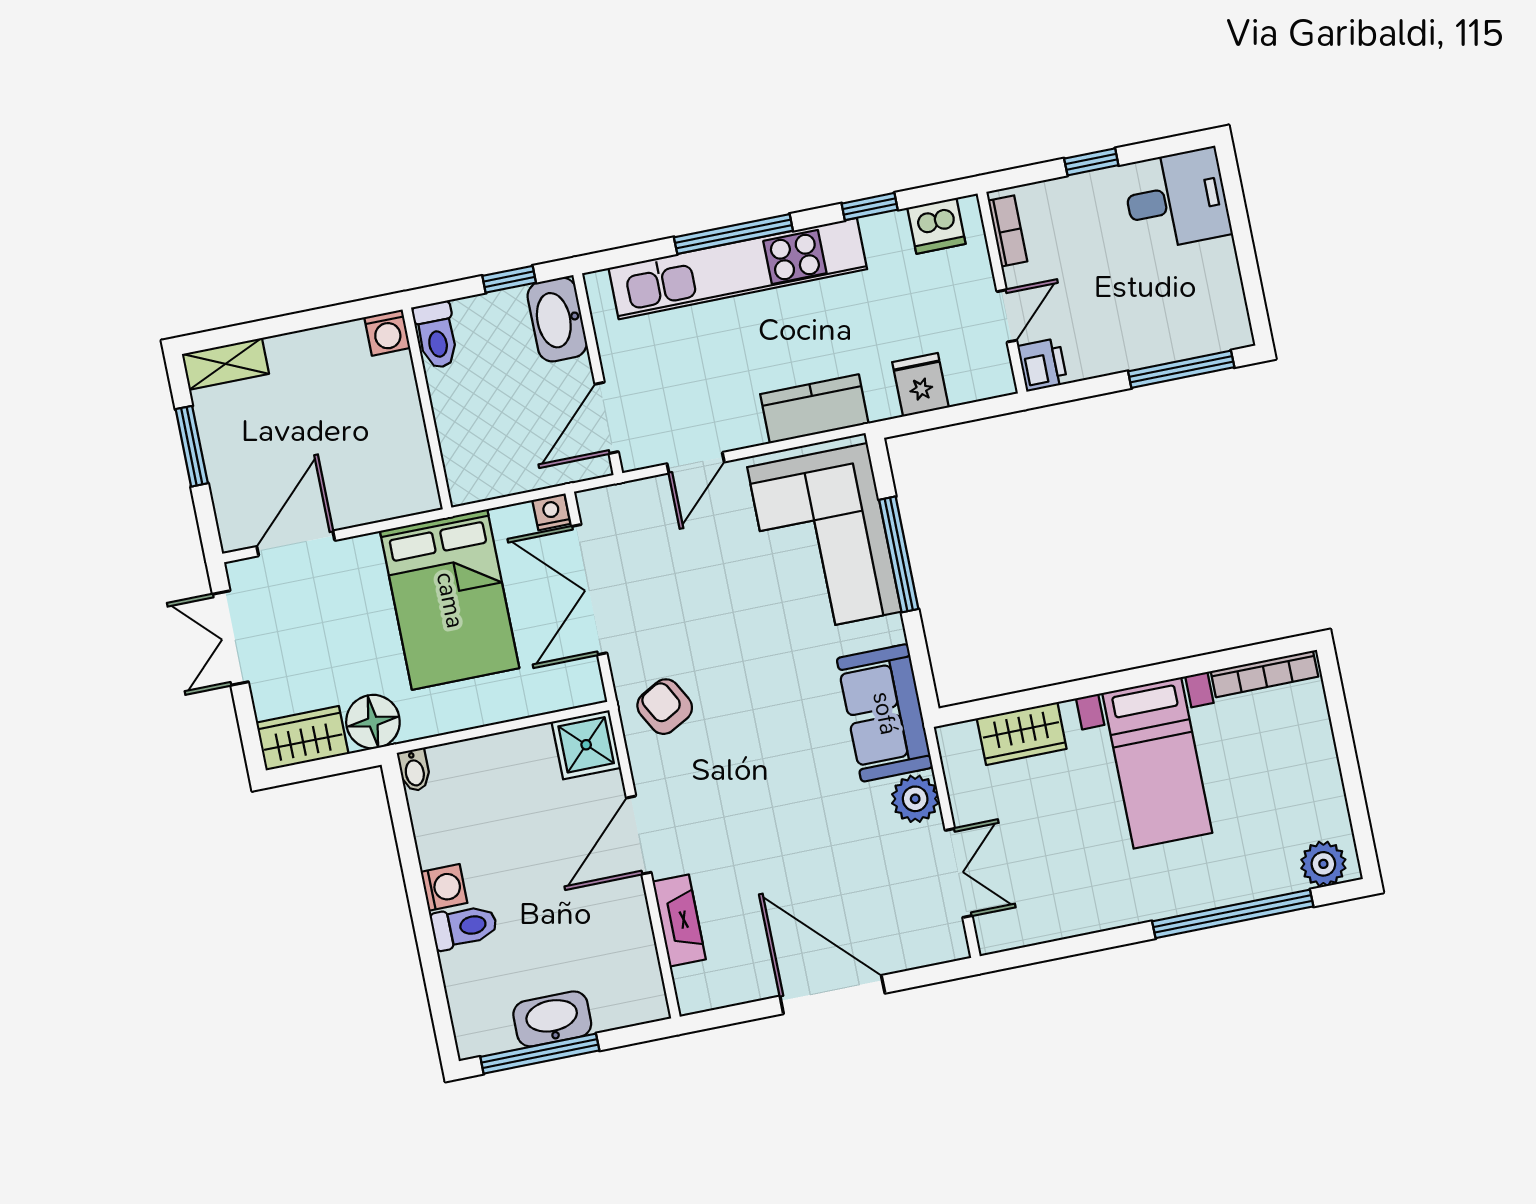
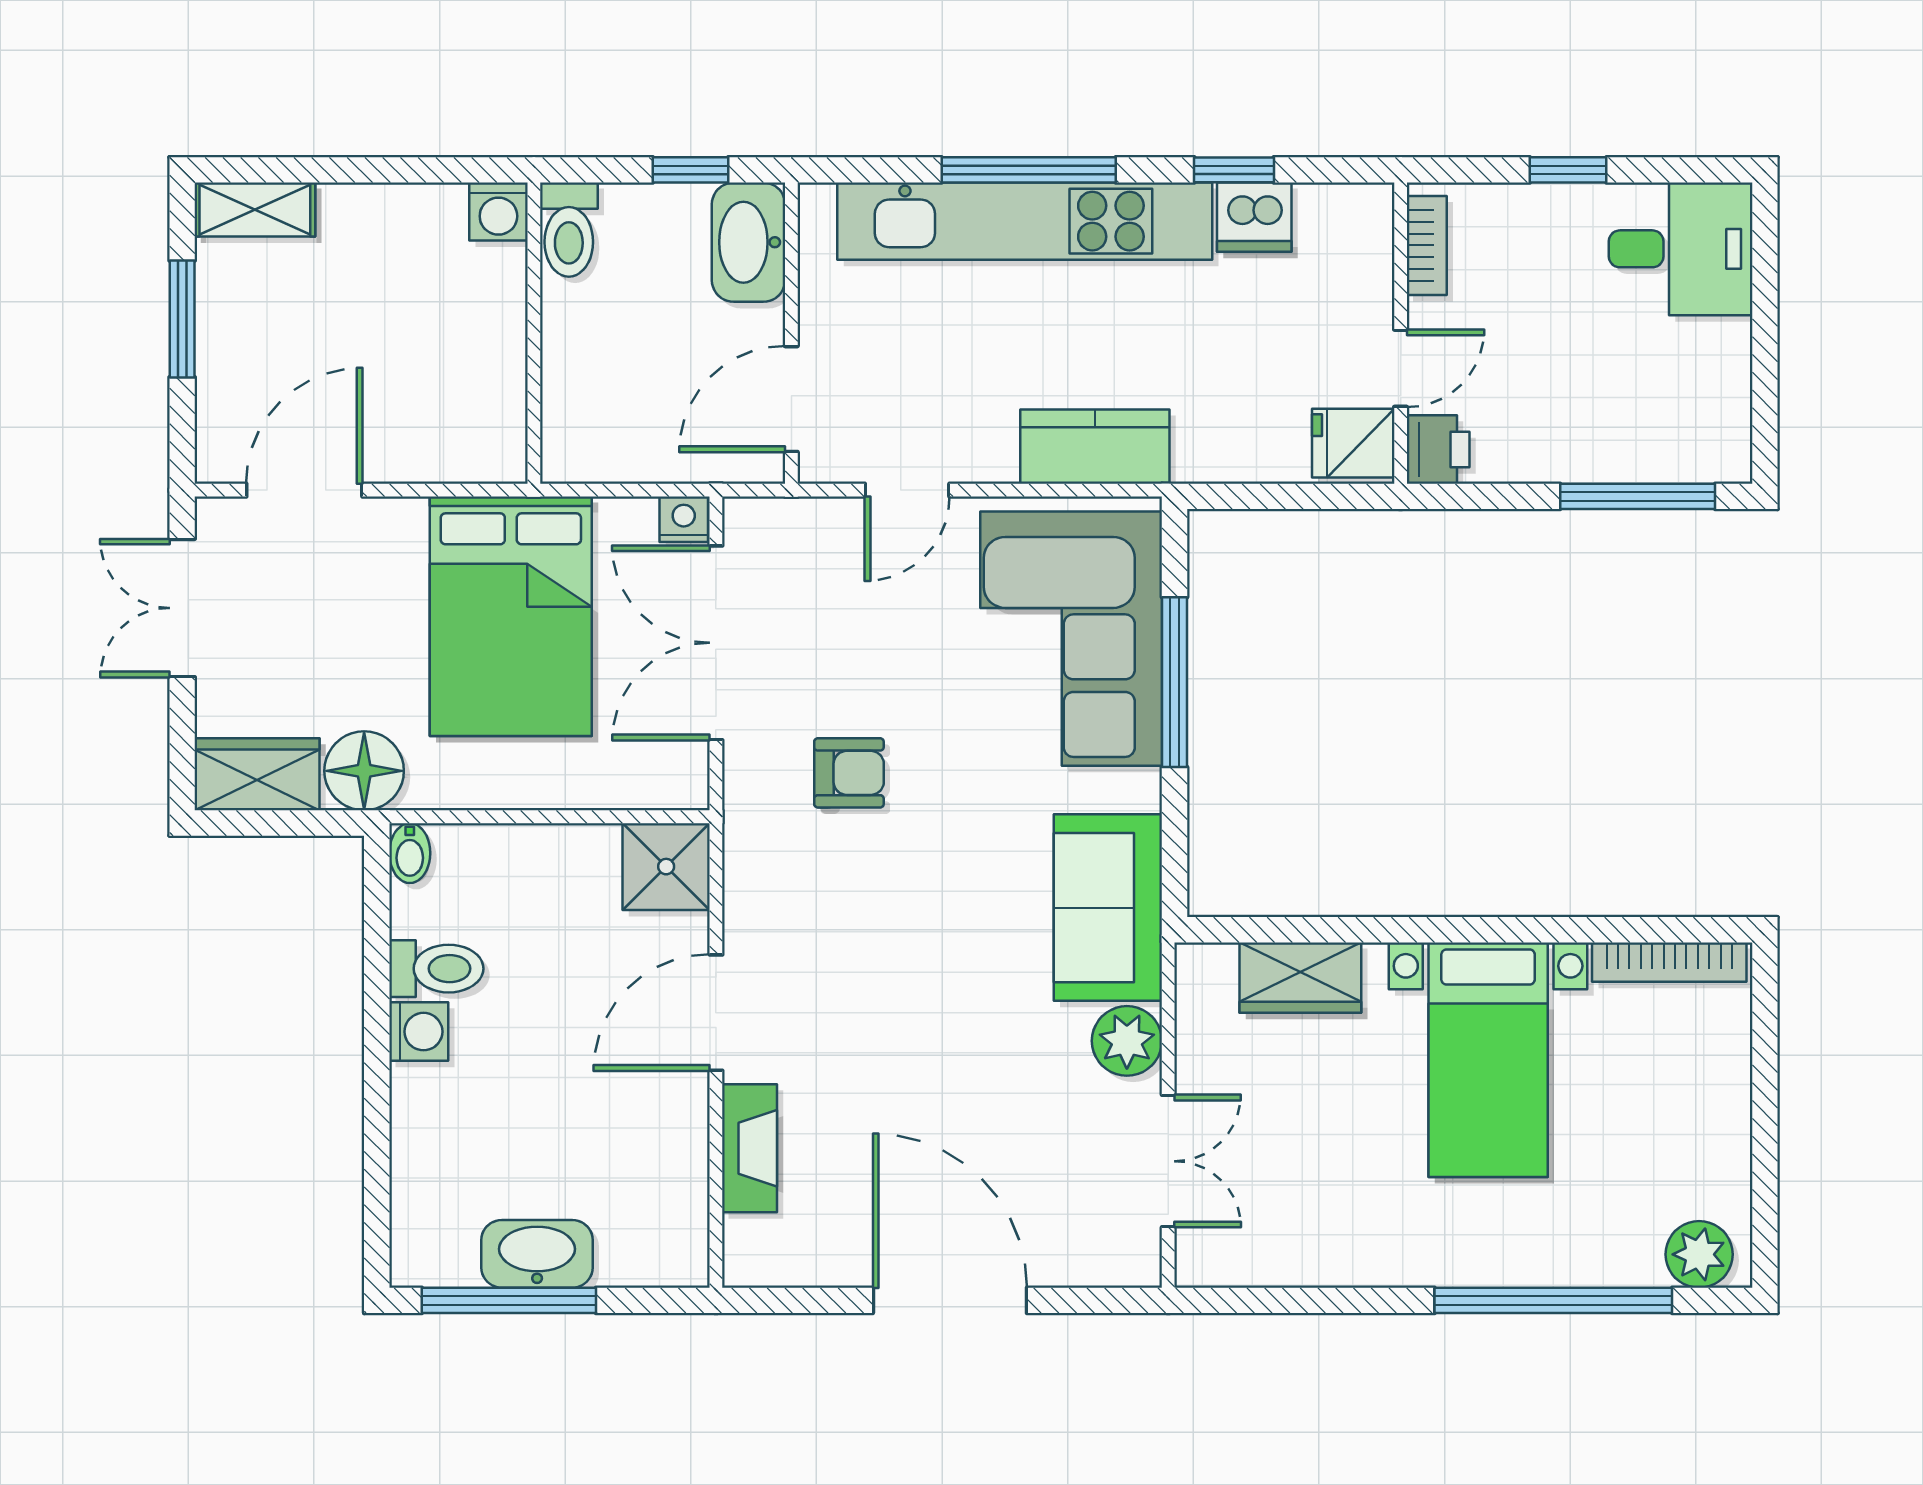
dishwasher: (936, 226) -> (1254, 217), moved
fridge: (920, 385) -> (1353, 443), moved, turned -90
armchair: (665, 707) -> (849, 773), moved, turned 119
toilet: (464, 927) -> (436, 969), moved

